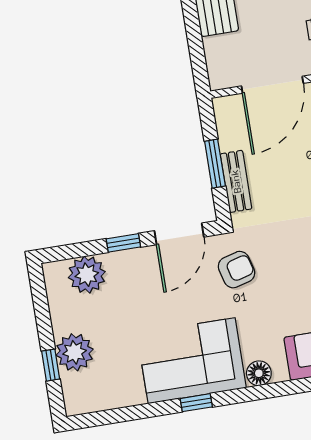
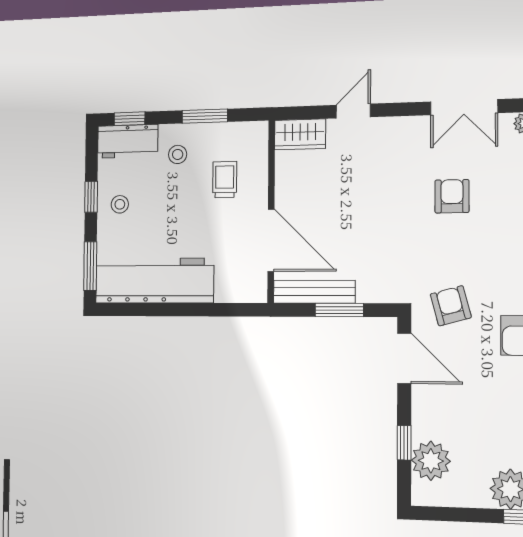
bench: (236, 181) -> (314, 292), moved, width x1.36
window: (123, 243) -> (404, 443), moved

